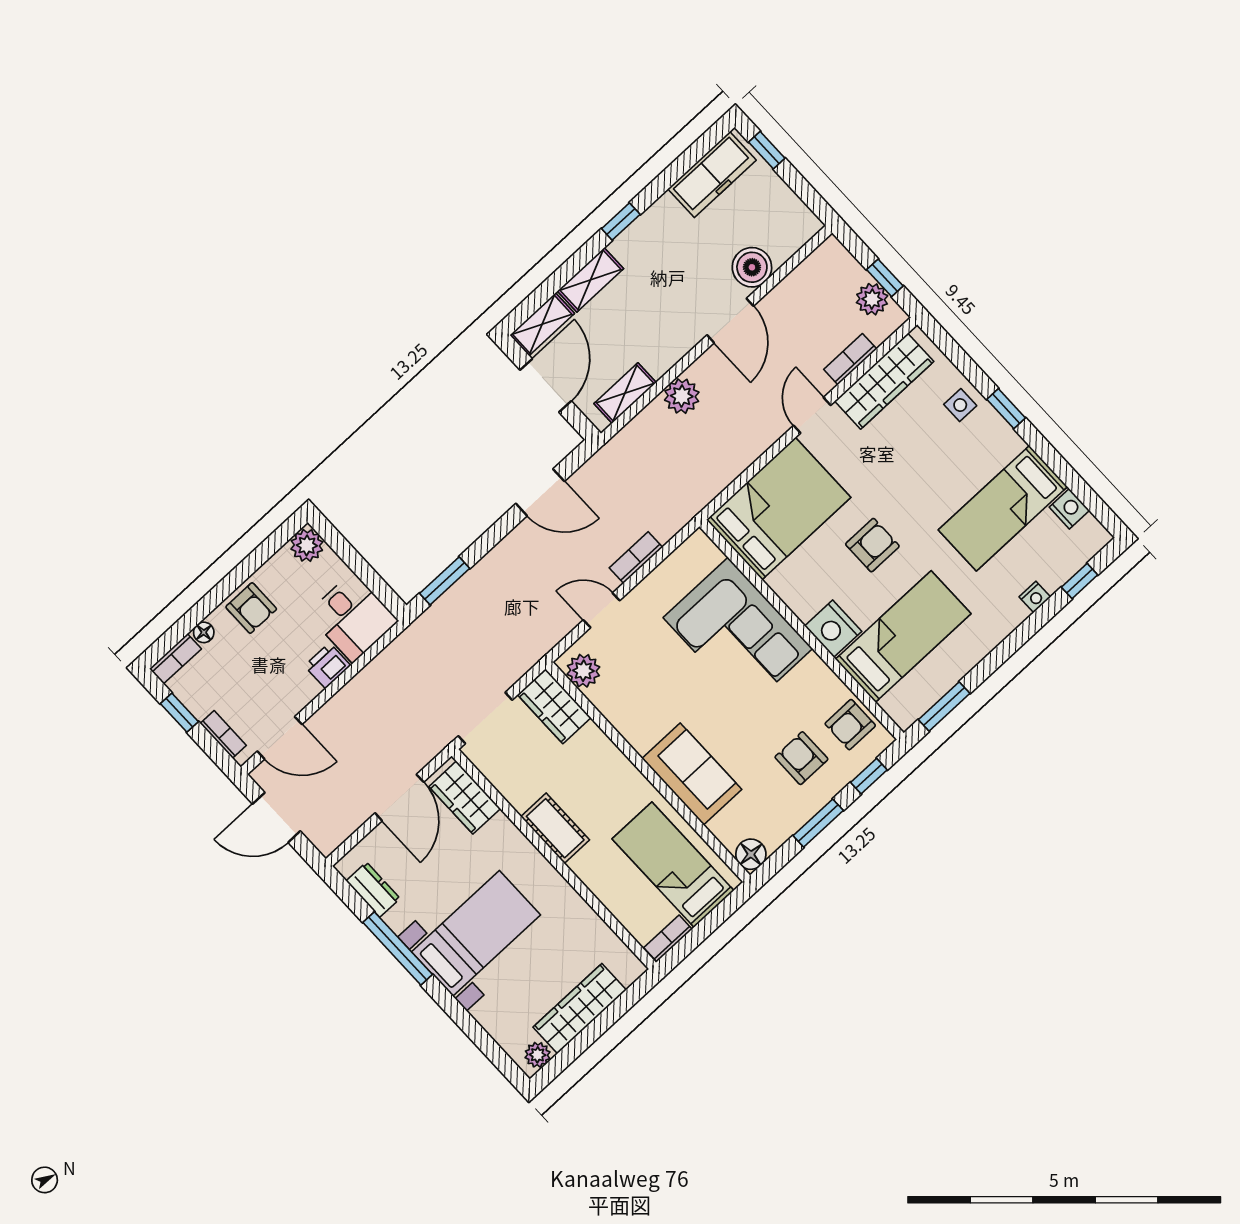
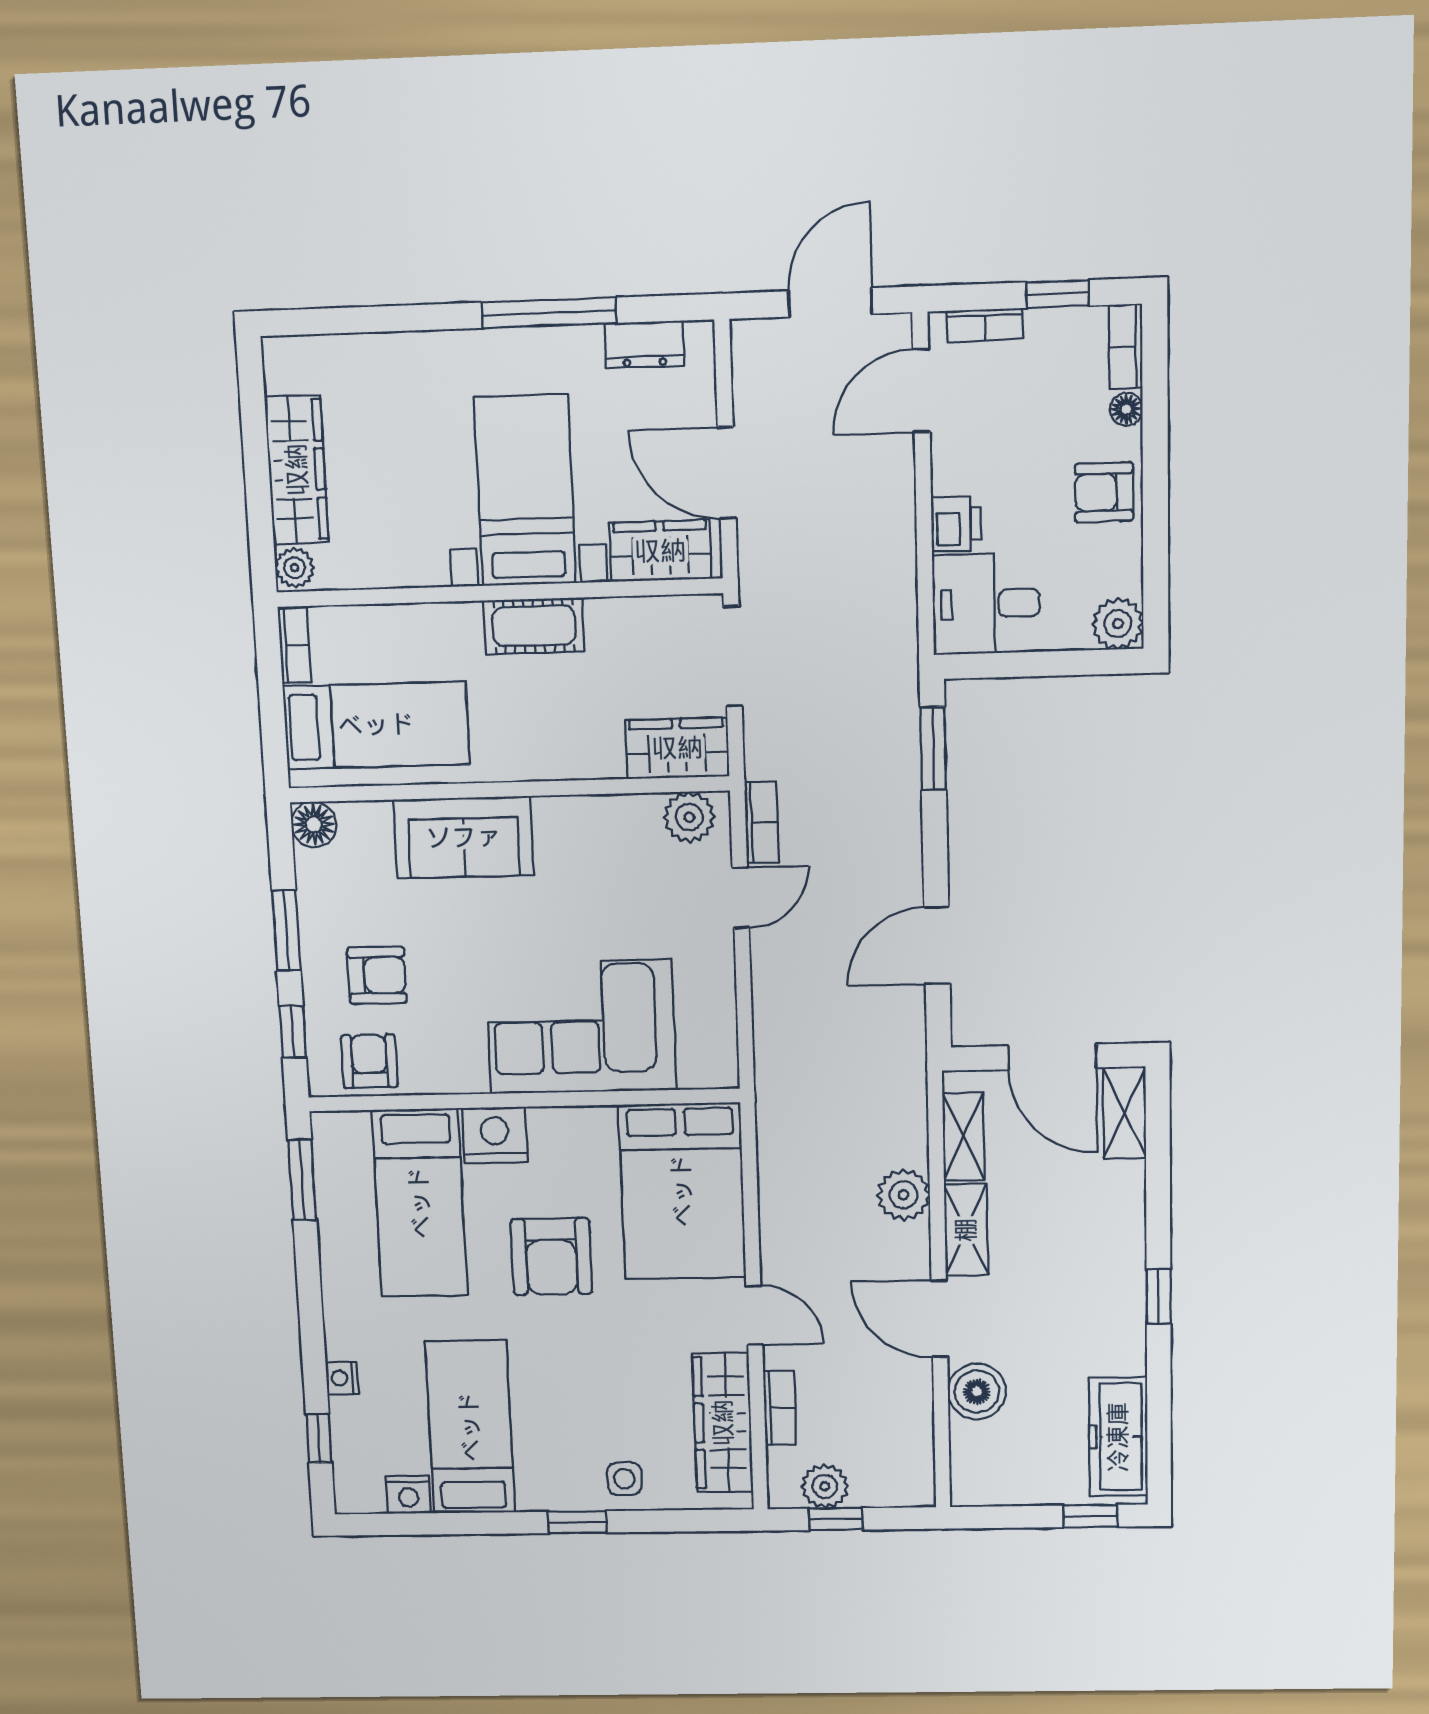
shelving: (590, 280) -> (966, 1230), moved
armchair: (872, 545) -> (551, 1257), width x1.38, depth x1.38
bookcase: (636, 558) -> (762, 823), moved
bed with nightstands: (476, 933) -> (525, 490), moved, turned 180
plant: (538, 1055) -> (295, 568), moved

